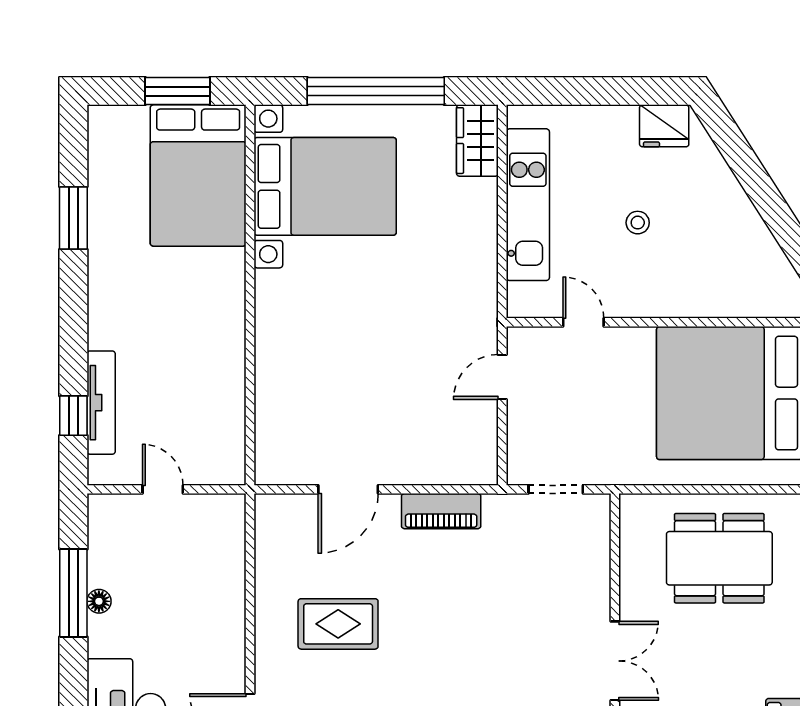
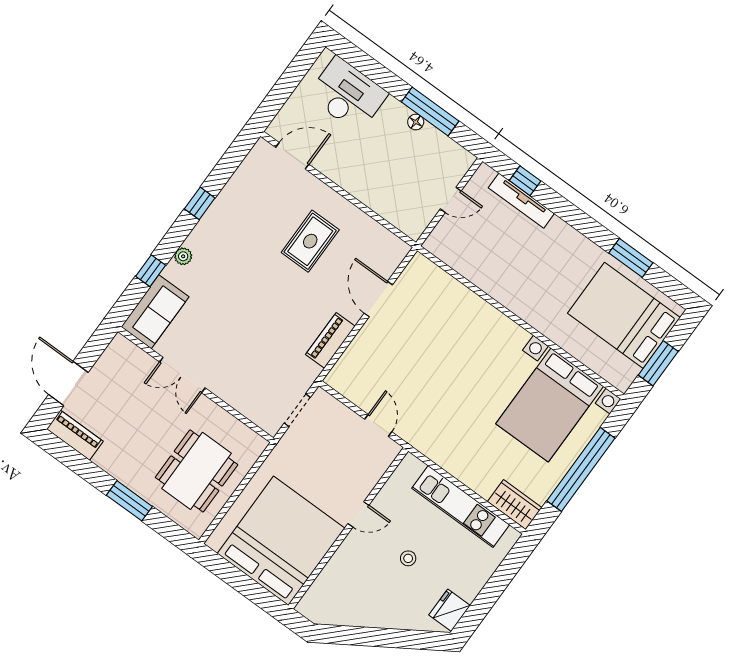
bed: (198, 175) -> (624, 315), moved
door: (583, 322) -> (358, 514), moved

